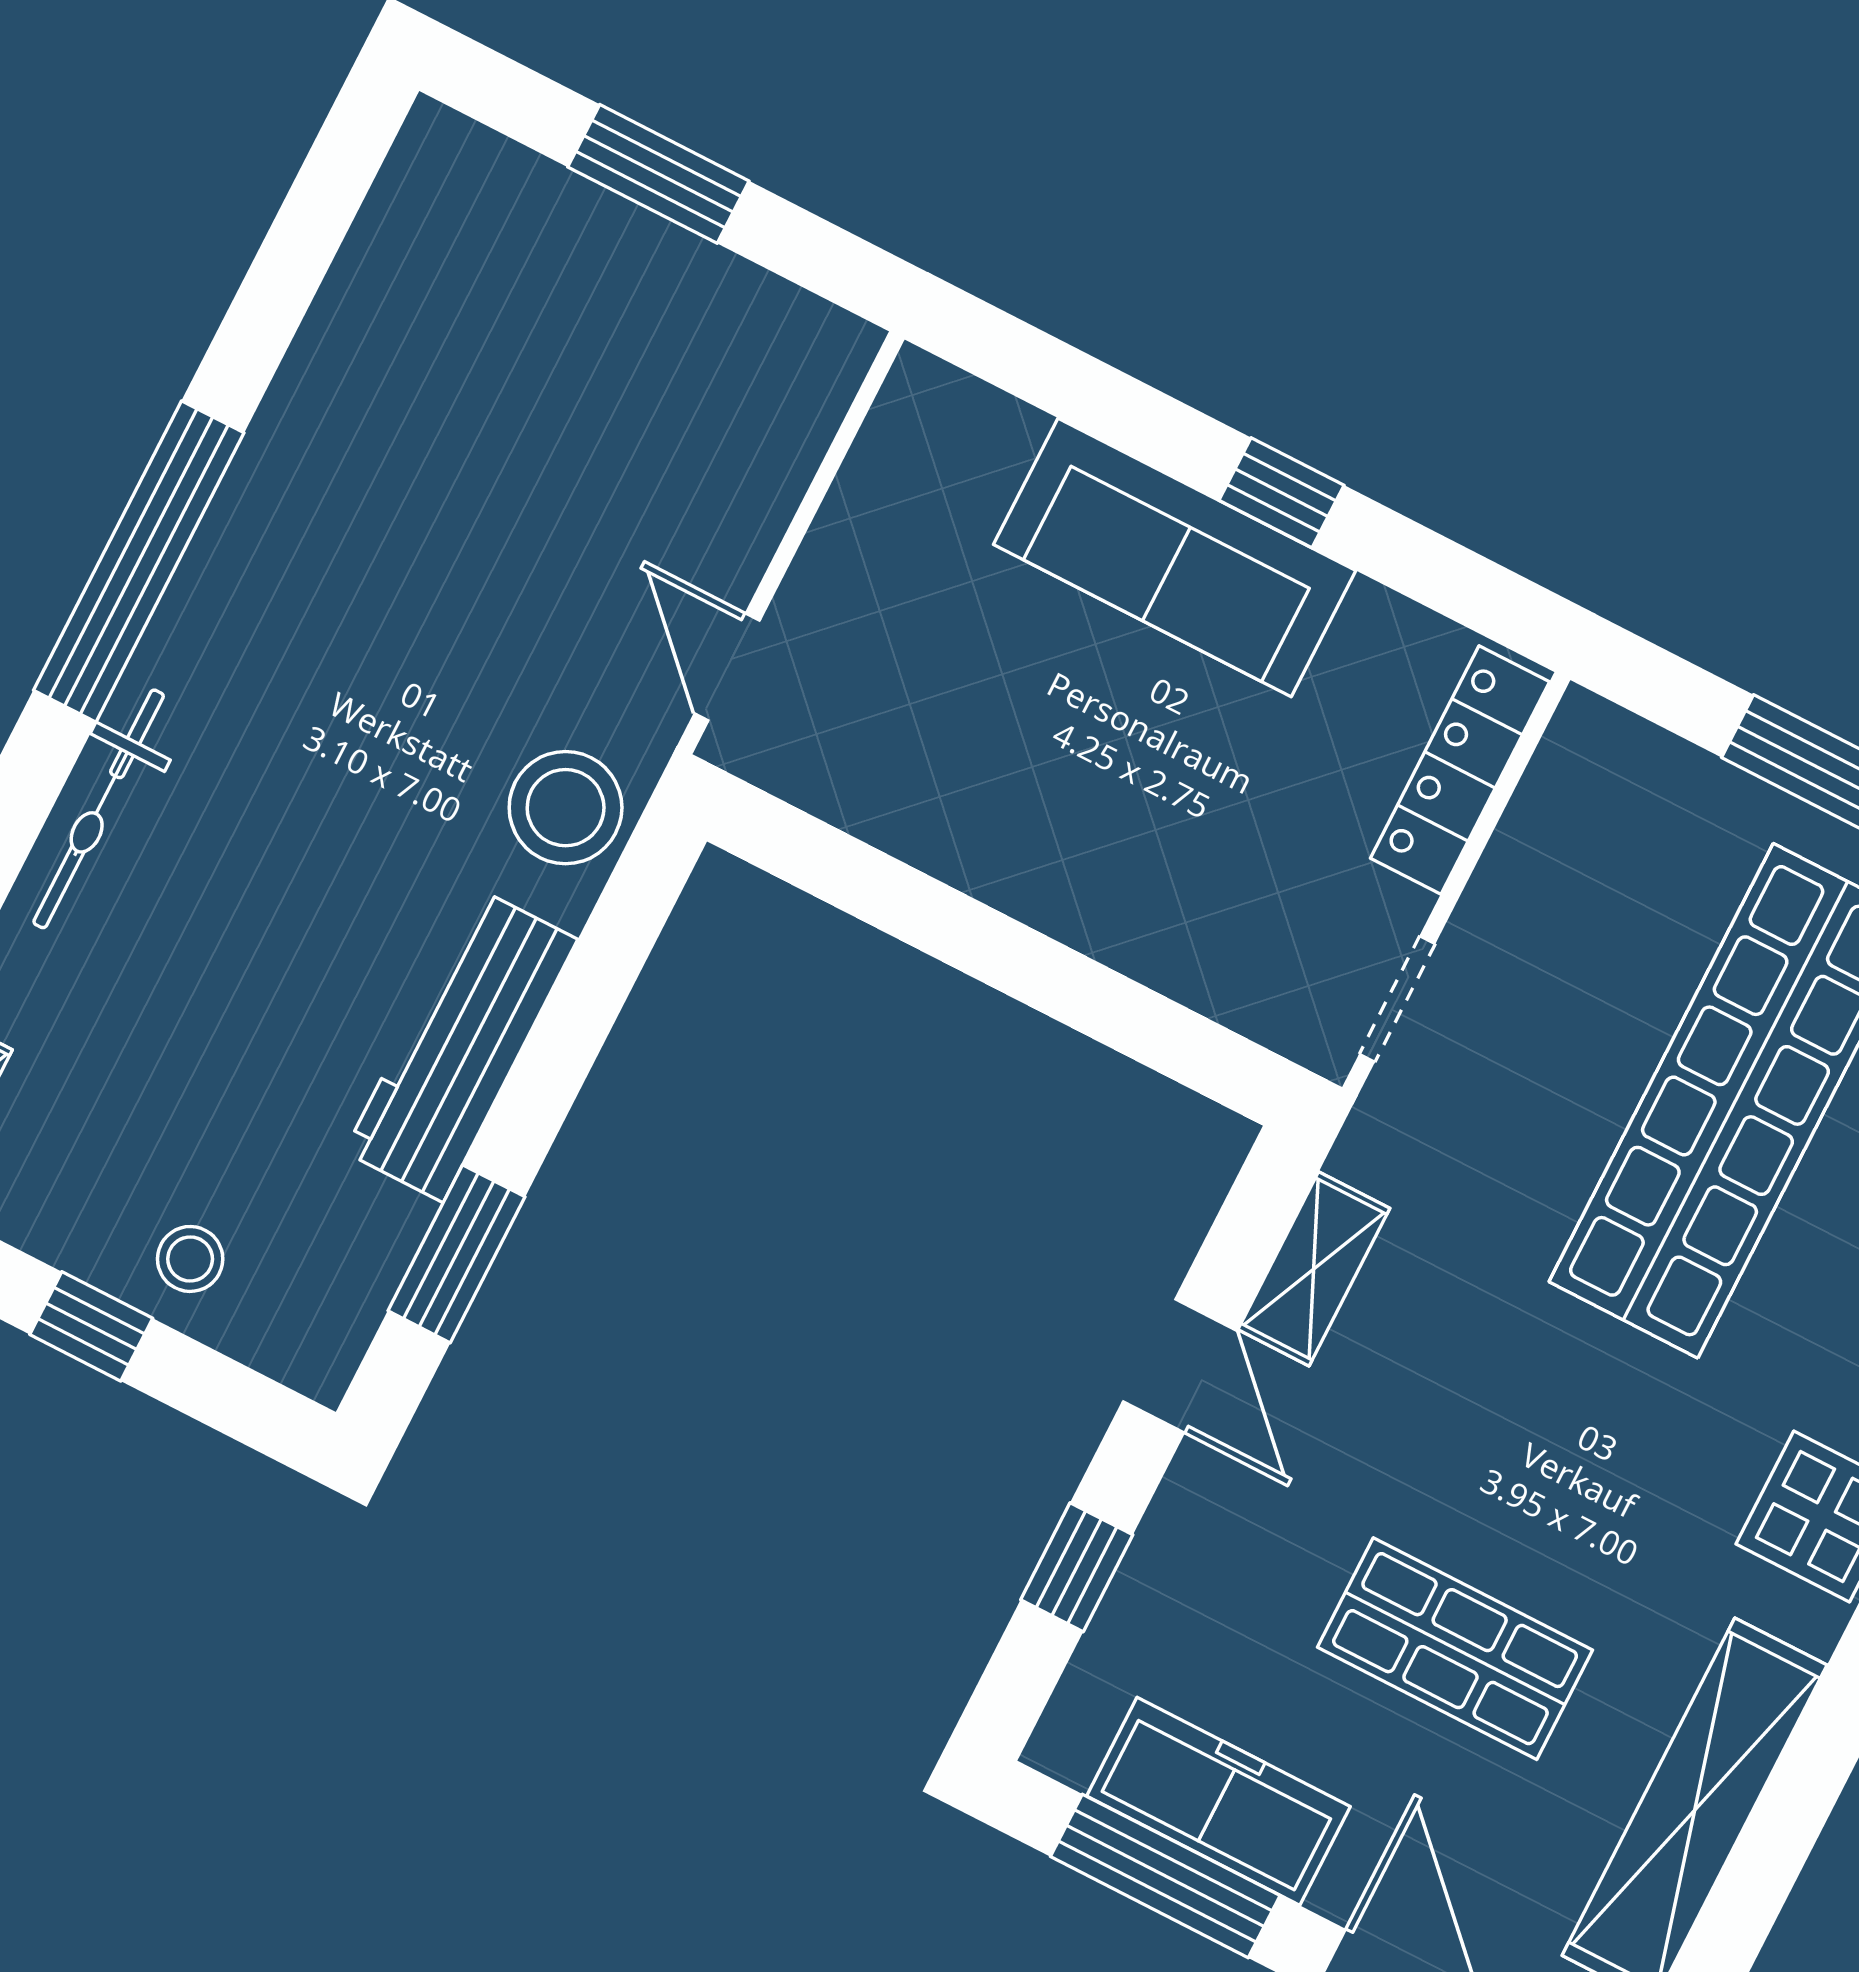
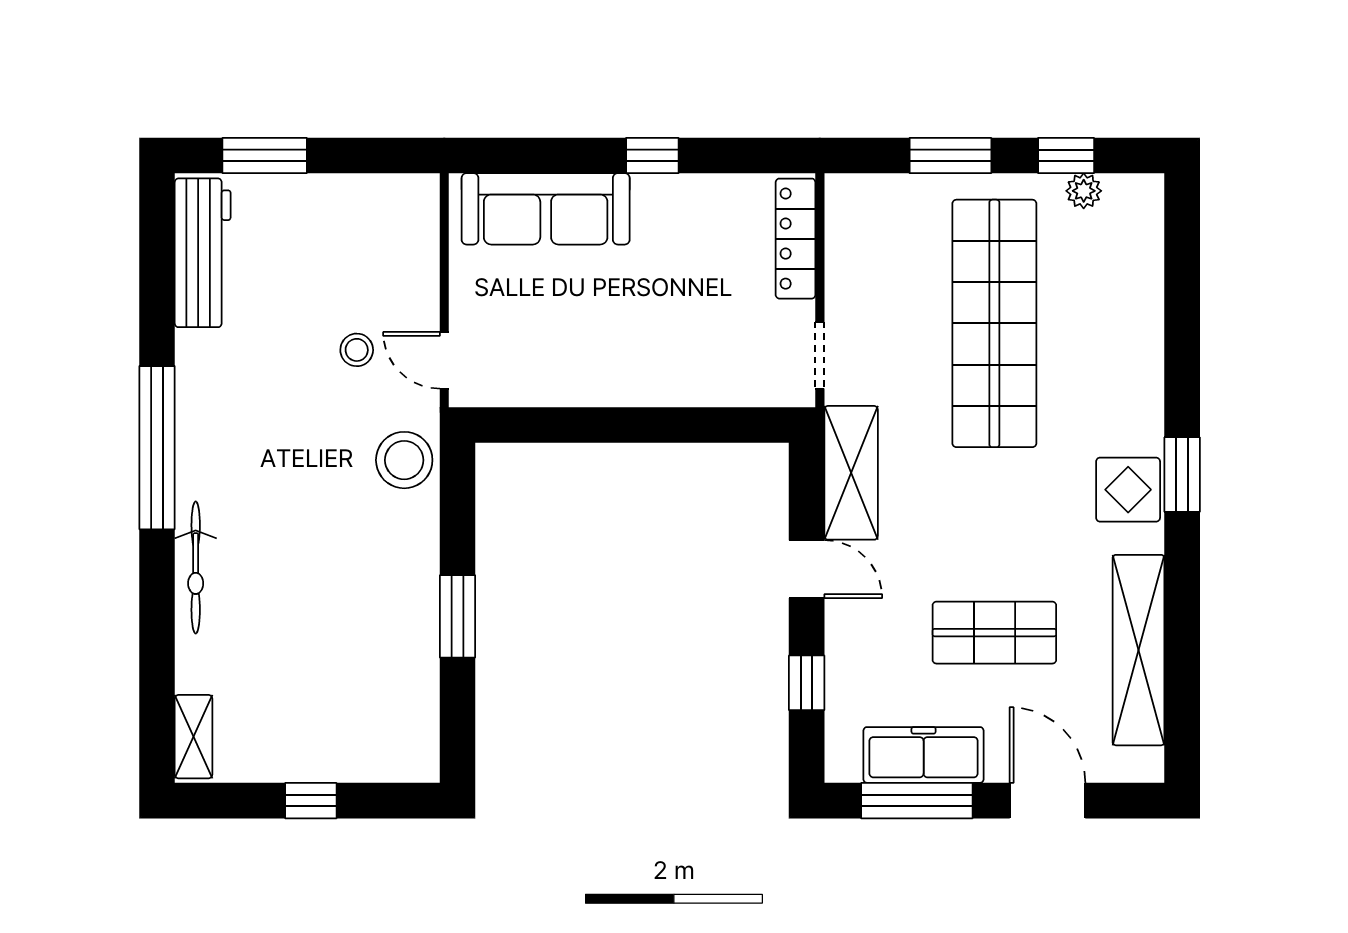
window: (658, 174) -> (265, 155), moved
sofa: (1175, 557) -> (546, 209), moved
workbench: (461, 1046) -> (203, 253), moved, turned 180
window: (456, 1254) -> (458, 616), moved
stool: (190, 1259) -> (357, 350), moved
shelving: (1314, 1269) -> (851, 473), width x1.50, depth x1.33

